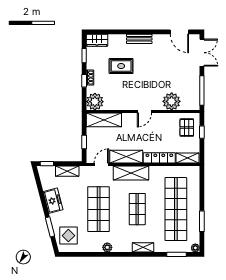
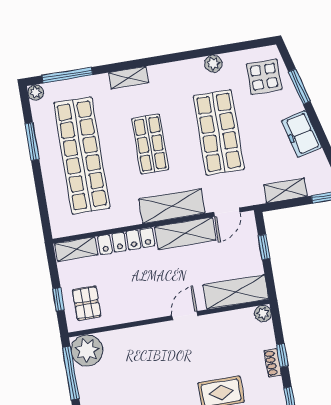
plant: (172, 101) -> (87, 350), moved
plant: (95, 102) -> (263, 313), width x0.53, depth x0.53
door: (144, 112) -> (185, 316), moved
plant: (107, 247) -> (213, 64), moved
window: (176, 254) -> (67, 75), width x1.44

